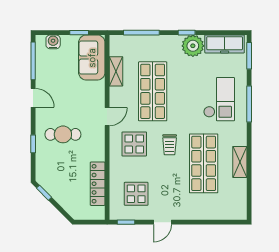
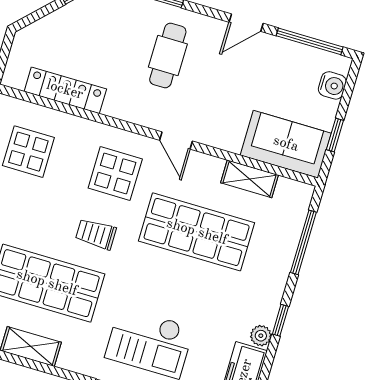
plant: (193, 46) -> (261, 336), width x0.53, depth x0.53

